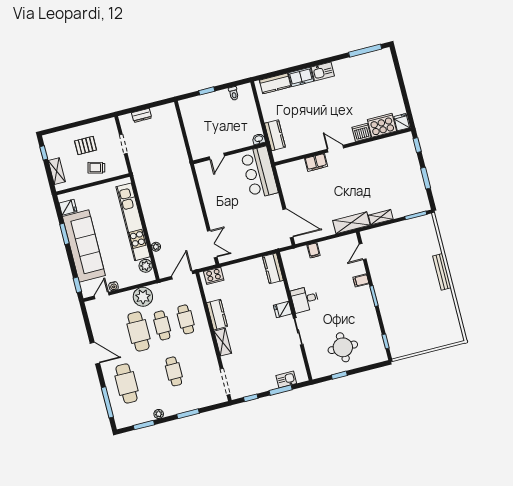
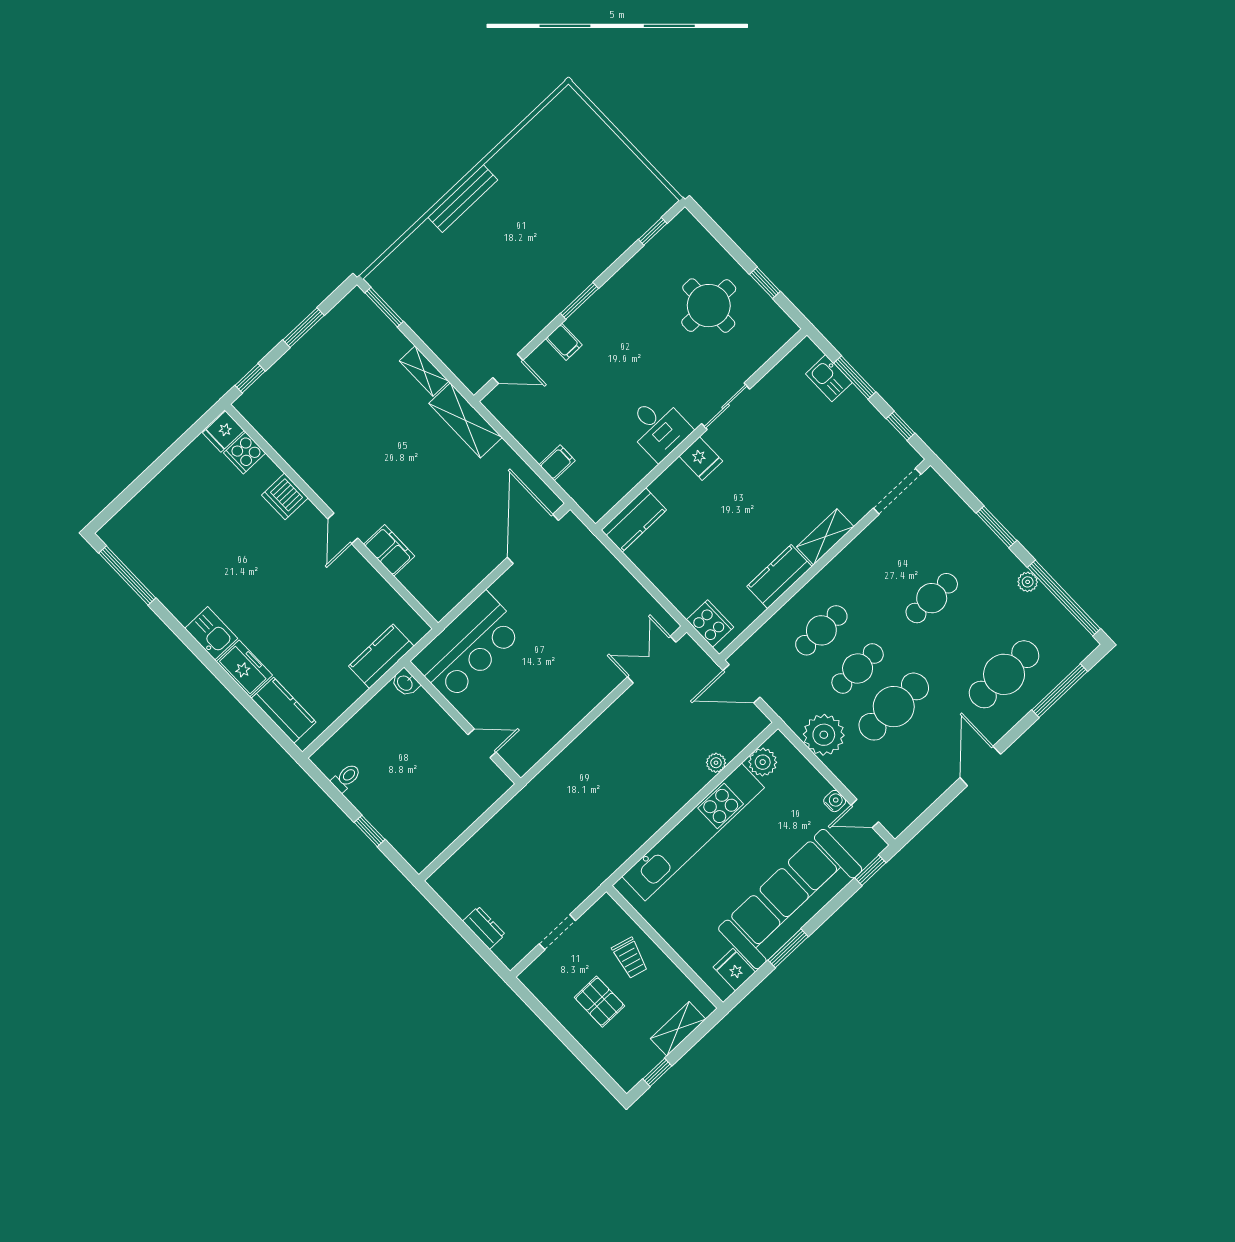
cooker: (382, 125) -> (245, 453), width x0.53, depth x0.76
window: (144, 425) -> (1064, 598), width x2.11

